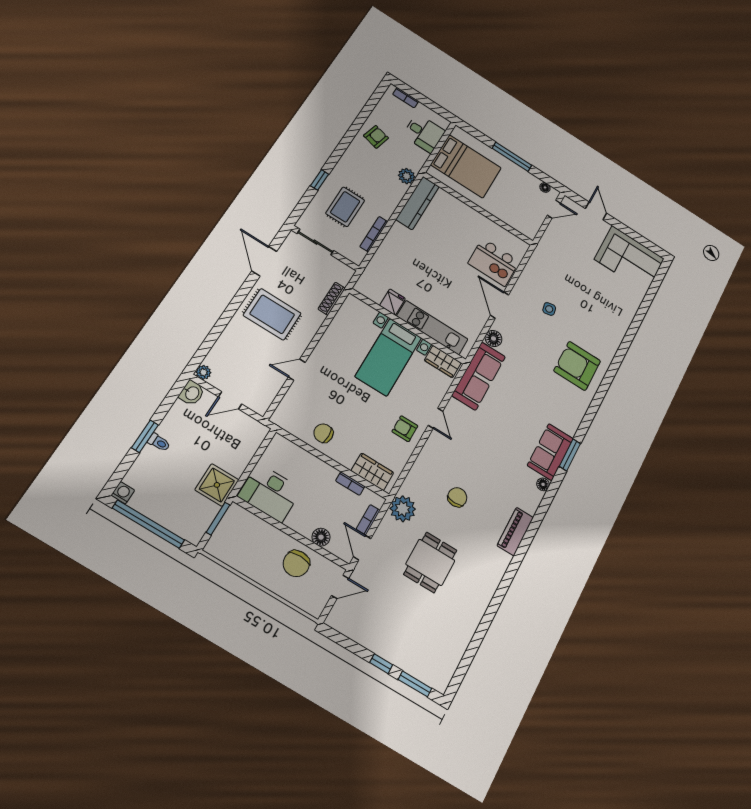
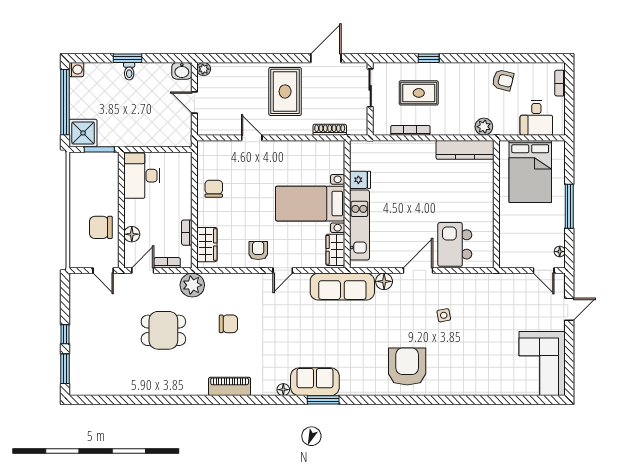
shower: (217, 485) -> (83, 133), moved

